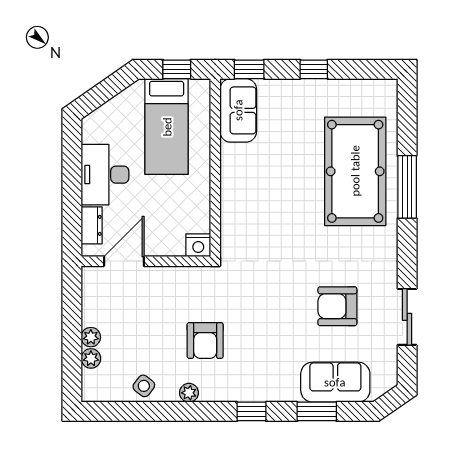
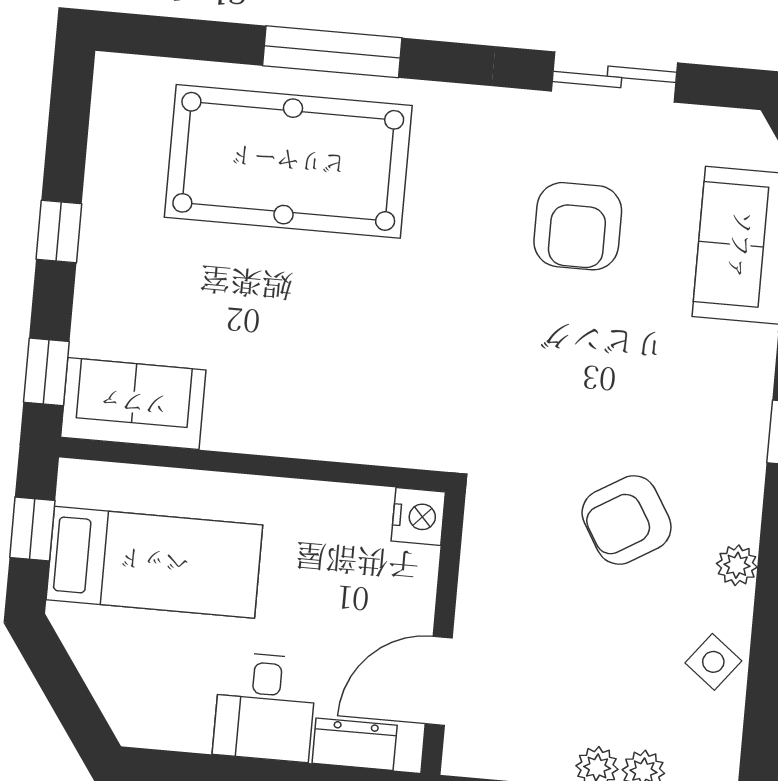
desk: (105, 175) -> (265, 707), width x0.73
door: (124, 261) -> (439, 681), hinge flipped
armchair: (205, 340) -> (627, 520), turned 149

